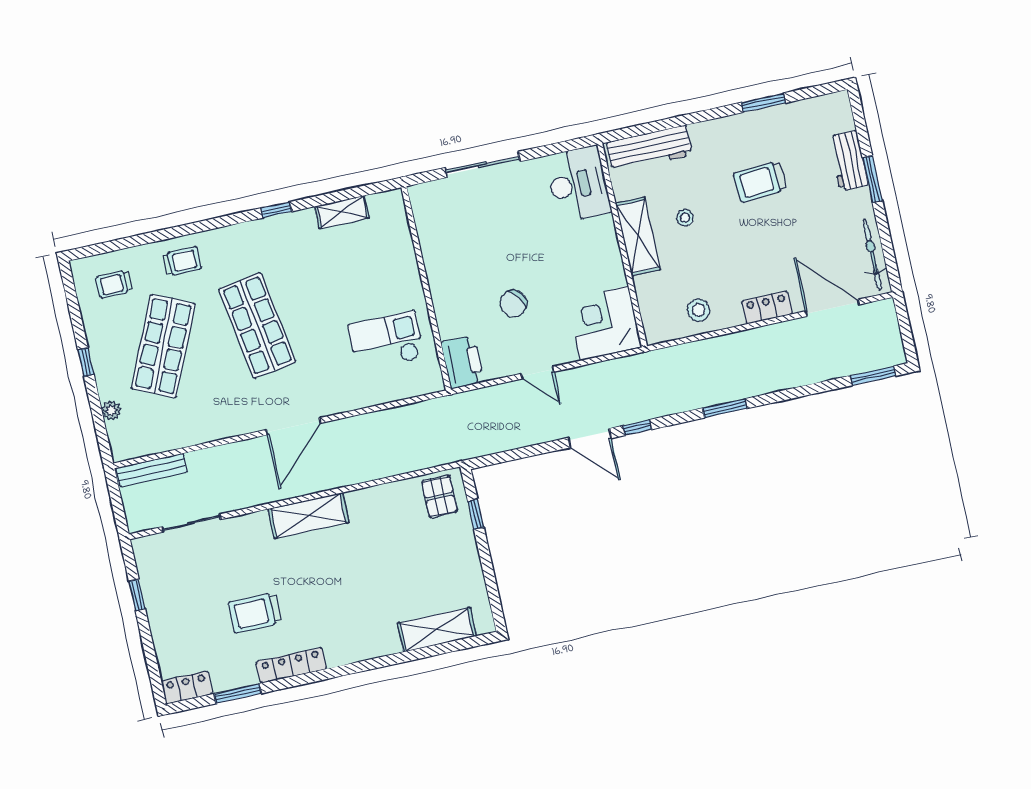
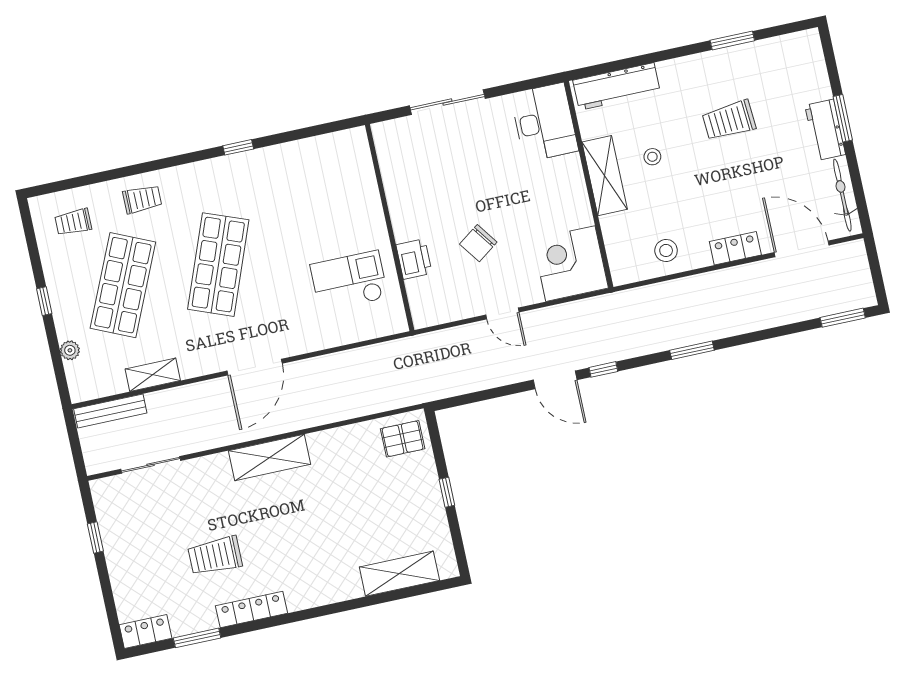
workbench: (849, 161) -> (825, 130), moved
shelving: (342, 212) -> (153, 375), moved
shop shelf: (257, 325) -> (218, 265), turned 30
printer: (463, 362) -> (414, 259), moved, width x0.73, depth x0.84
pallet: (440, 497) -> (403, 439), turned 90
window: (476, 514) -> (447, 492), moved

